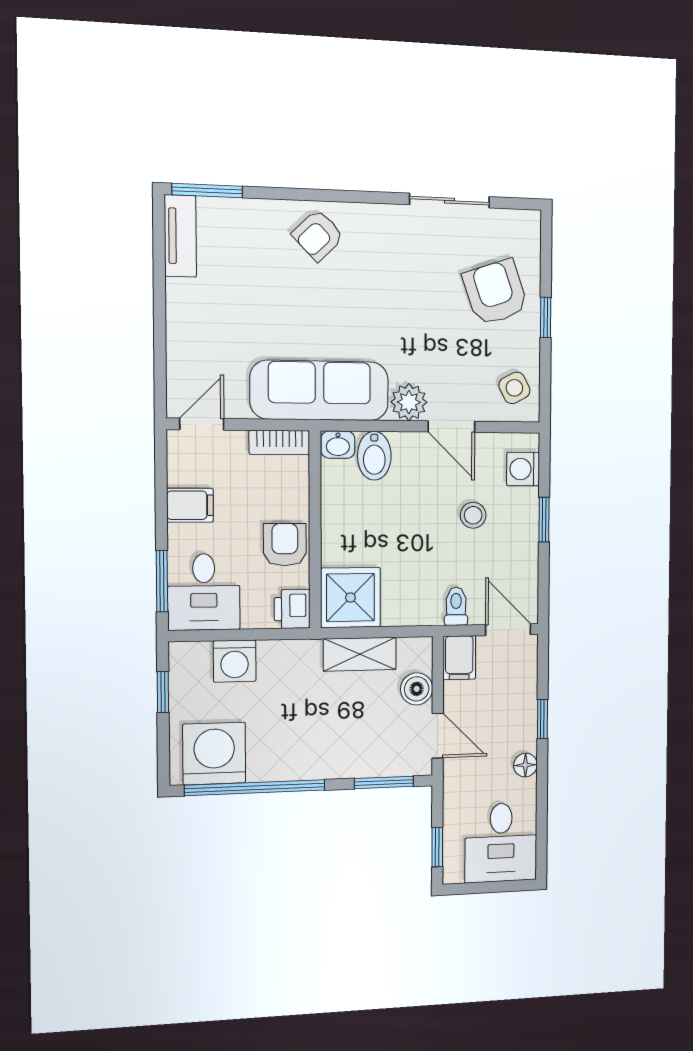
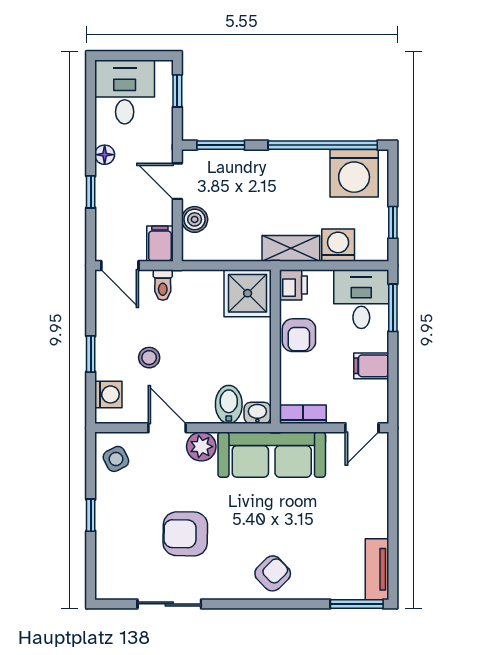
armchair: (495, 292) -> (185, 534), moved, turned 110
shelving: (360, 654) -> (291, 248), moved

